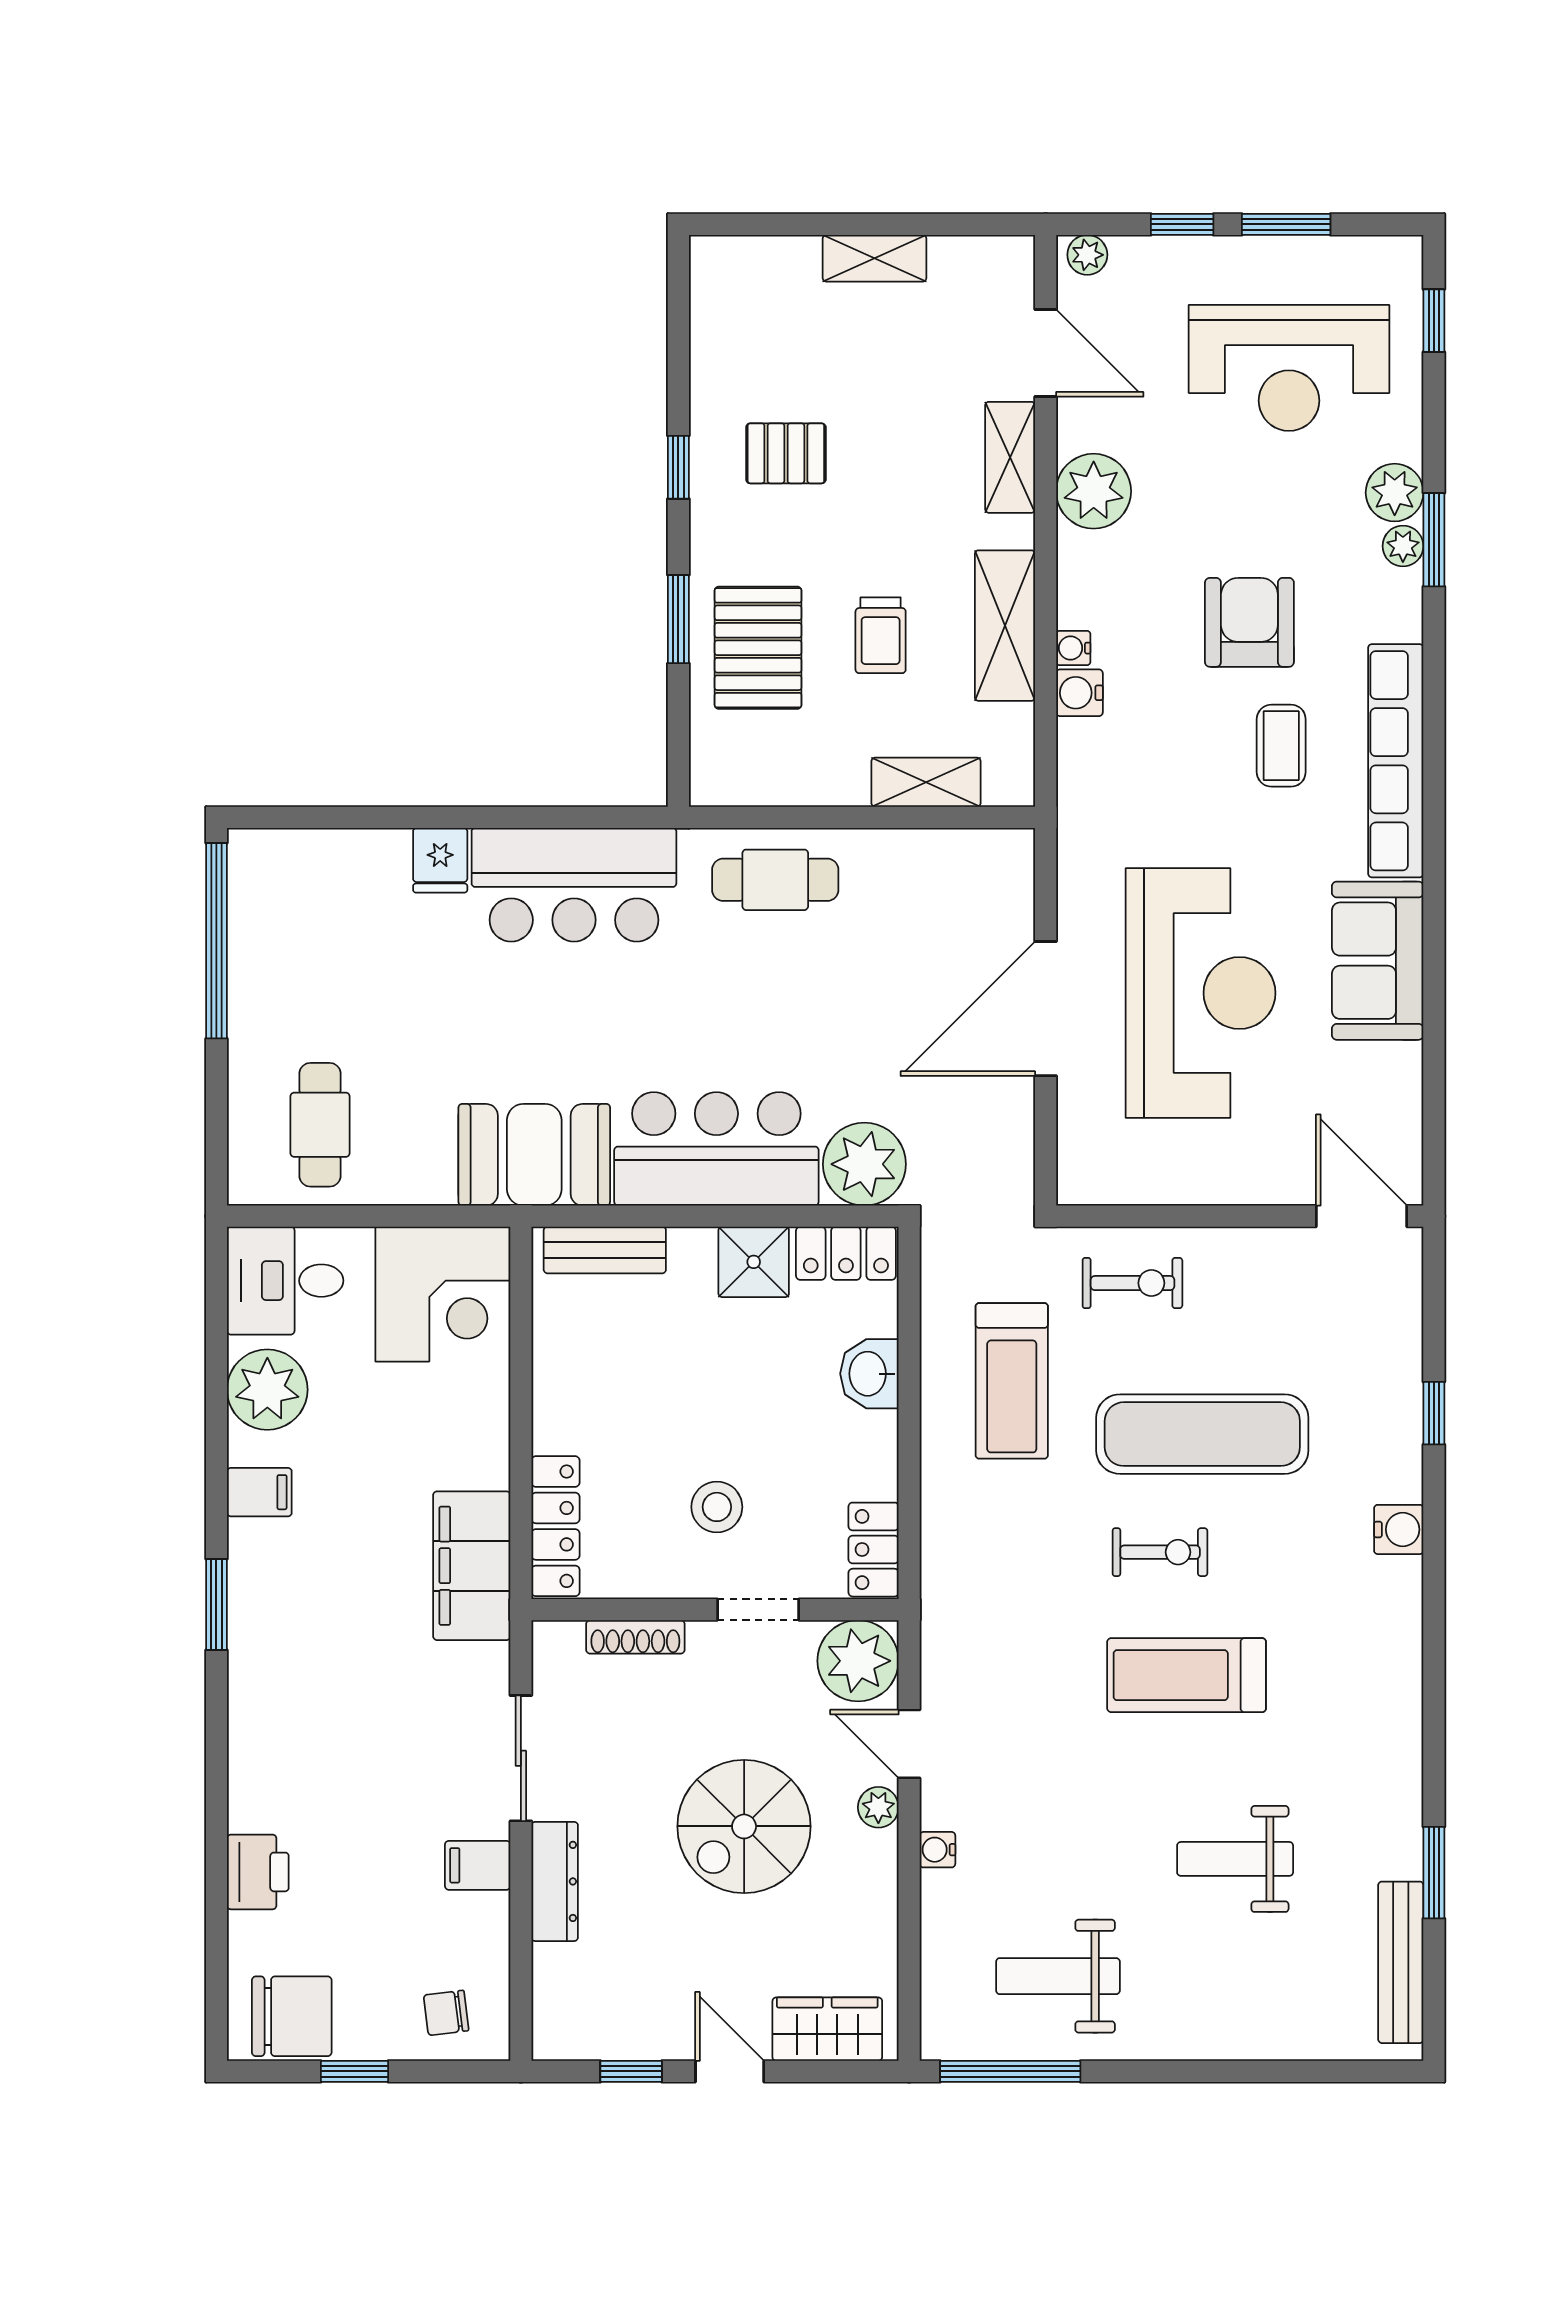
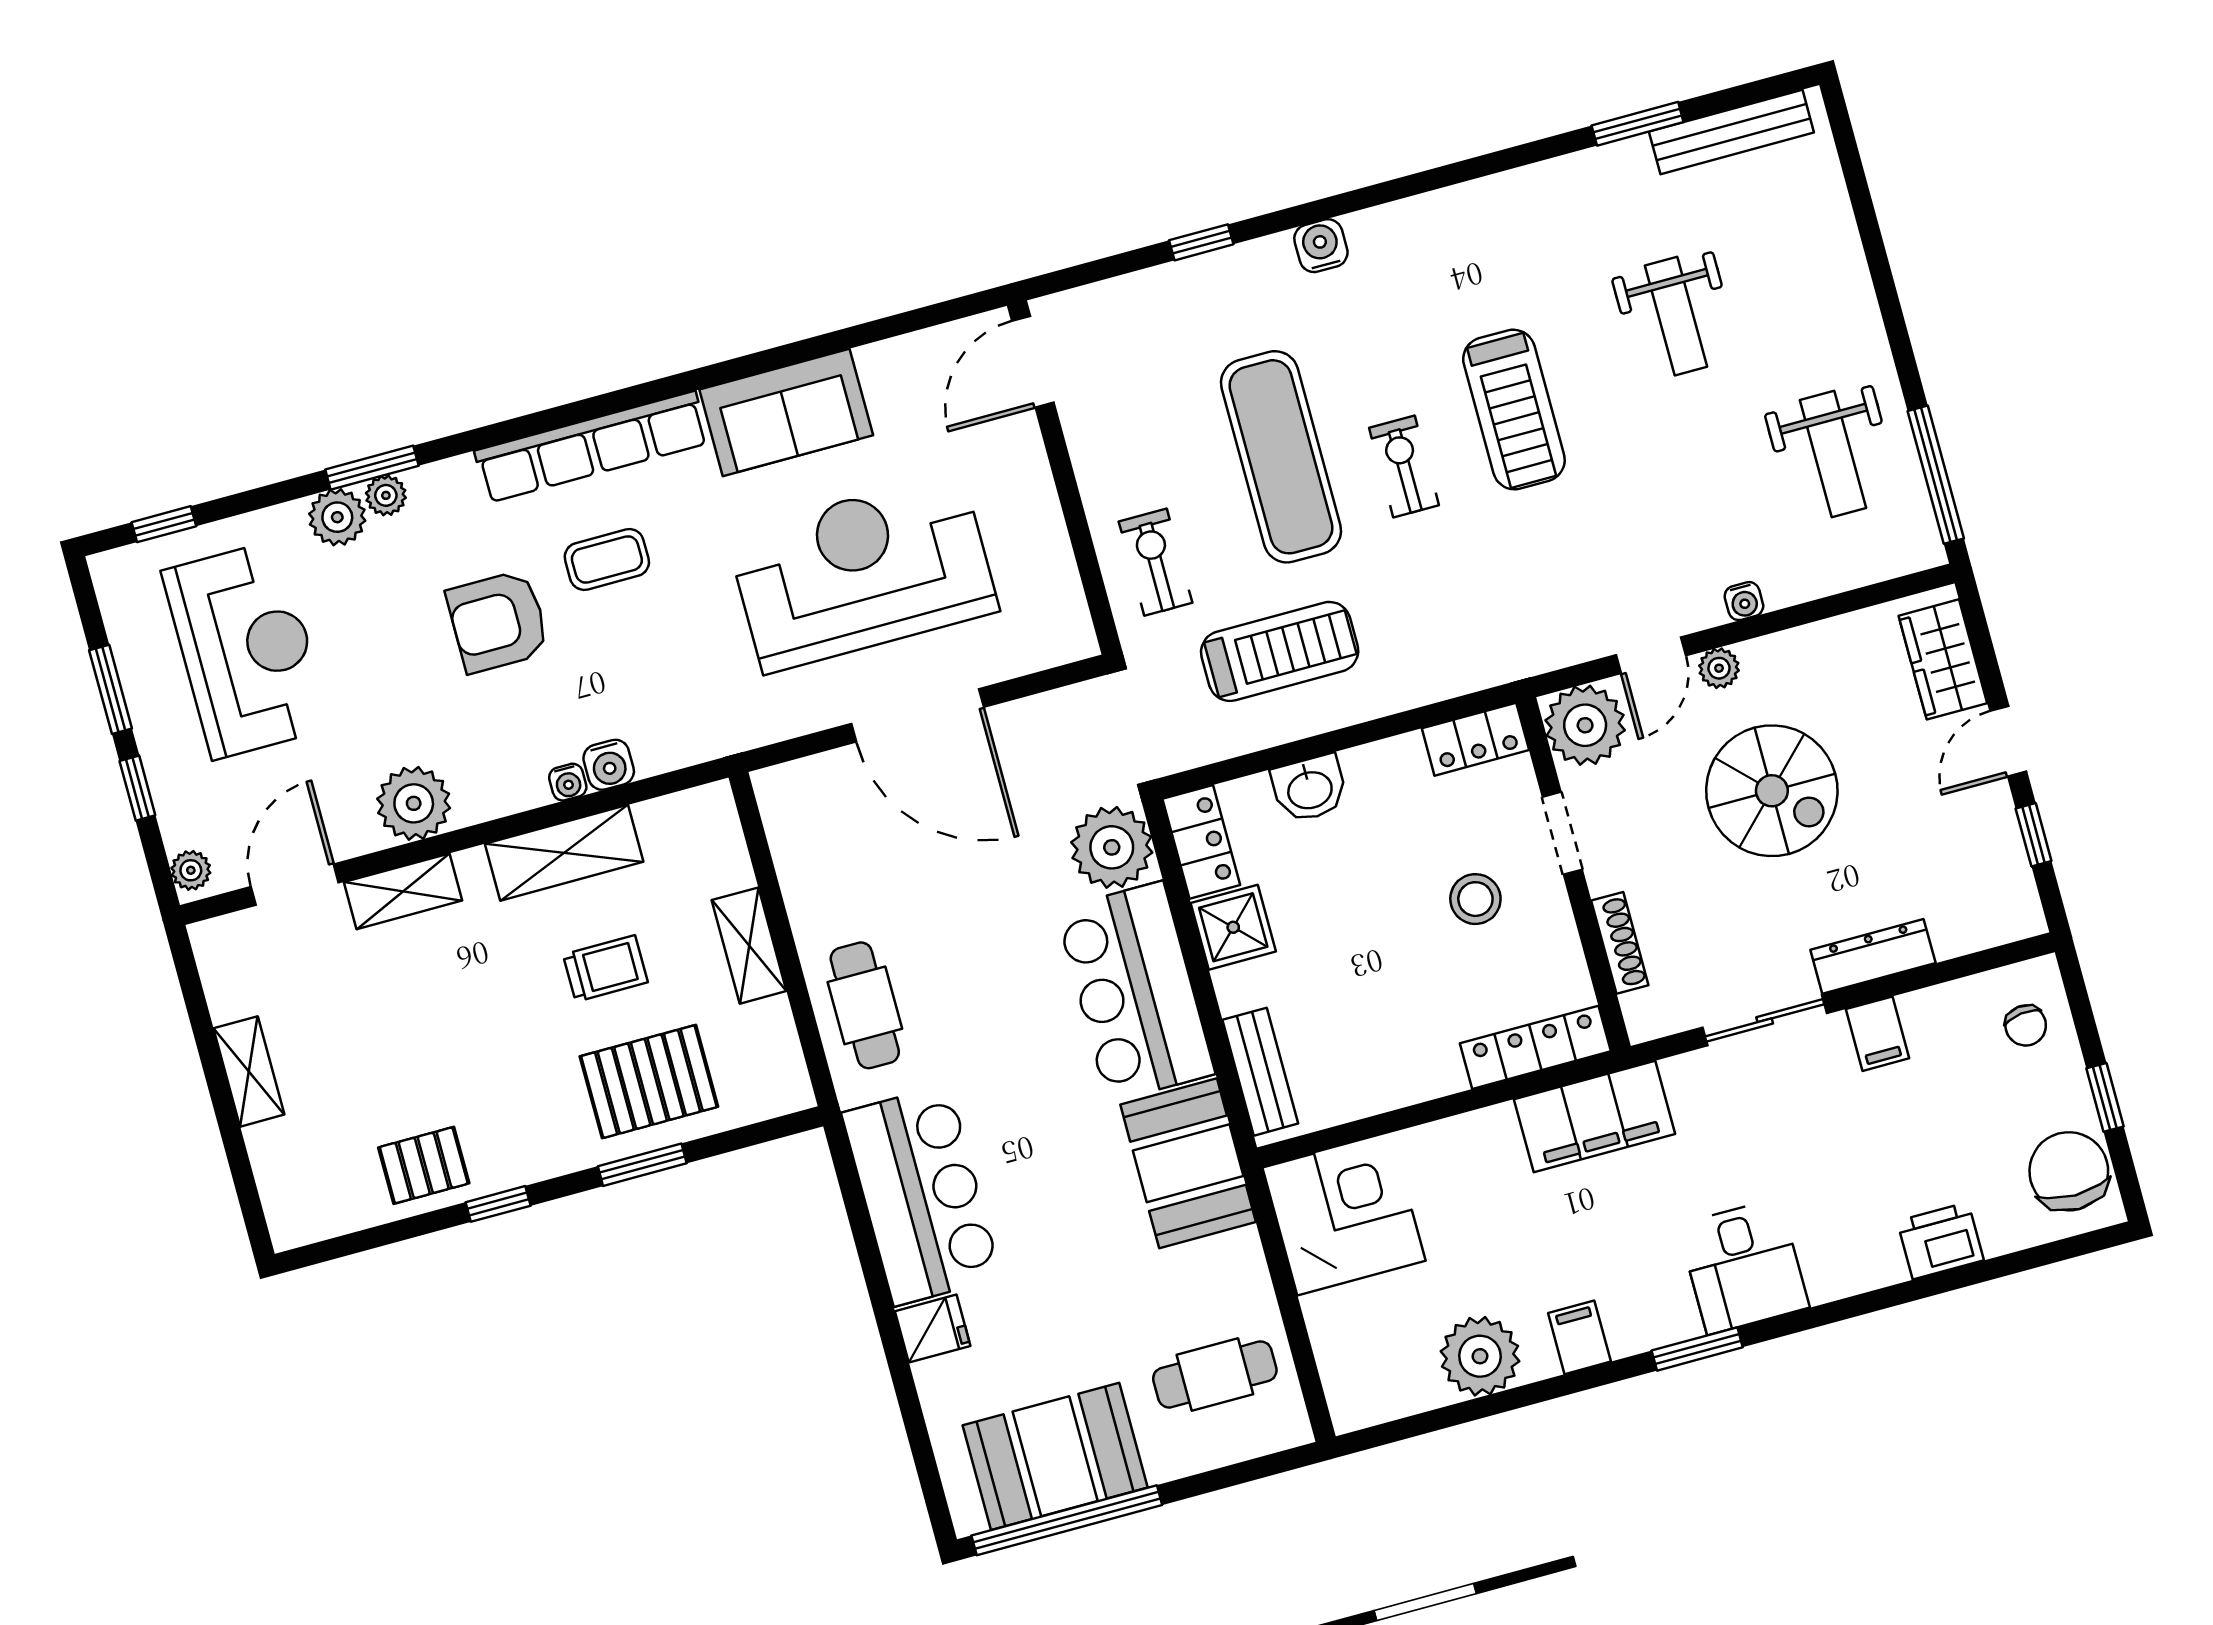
pallet: (786, 453) -> (424, 1165), moved, turned 90
shelving: (926, 782) -> (749, 946), moved
booth: (282, 946) -> (1055, 1456), added
desk: (285, 1281) -> (1744, 1266), moved

